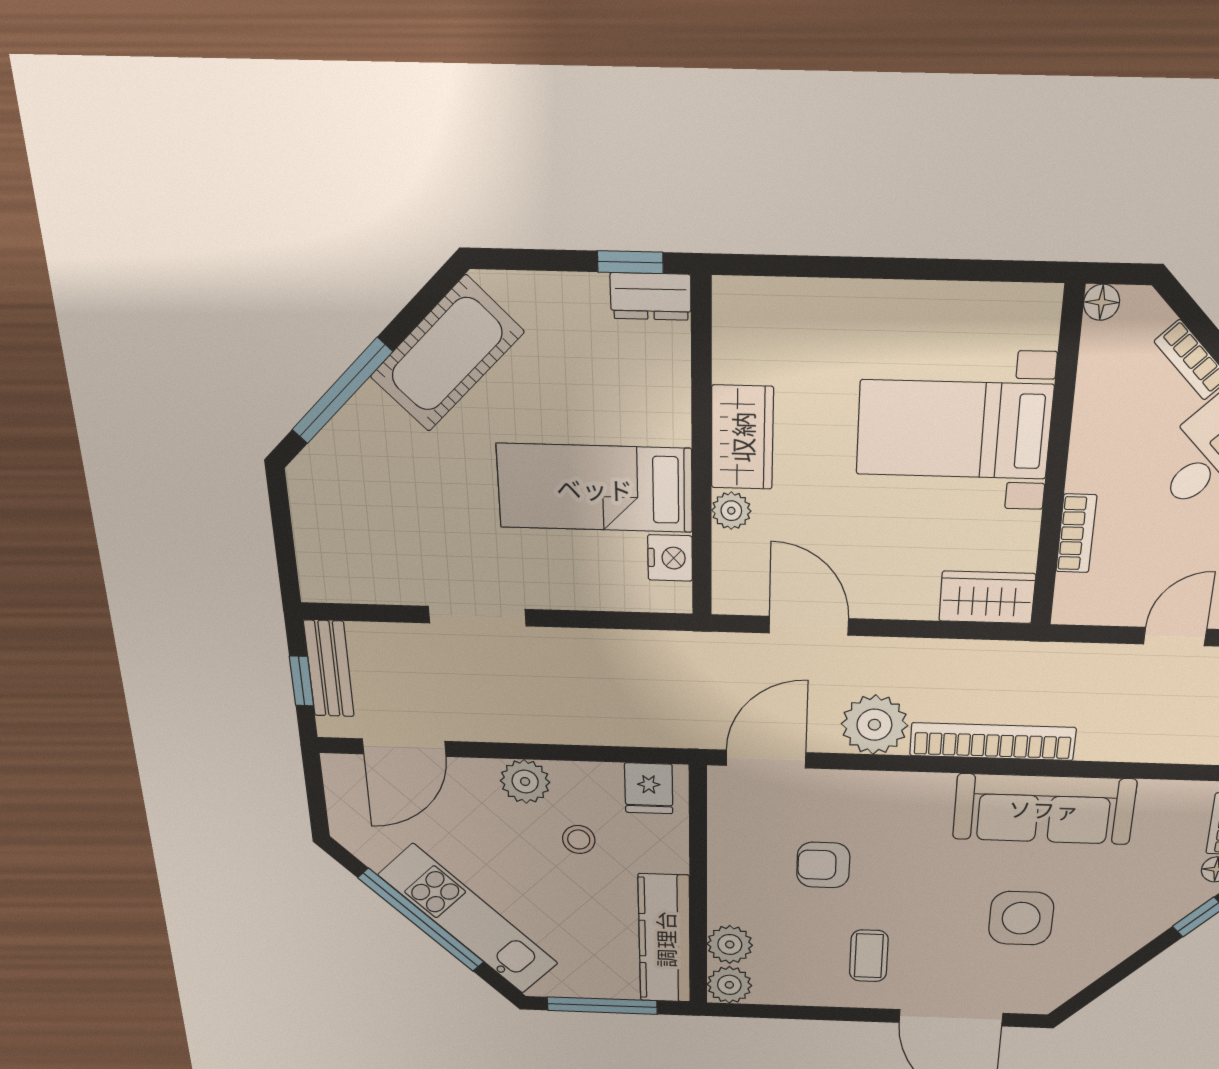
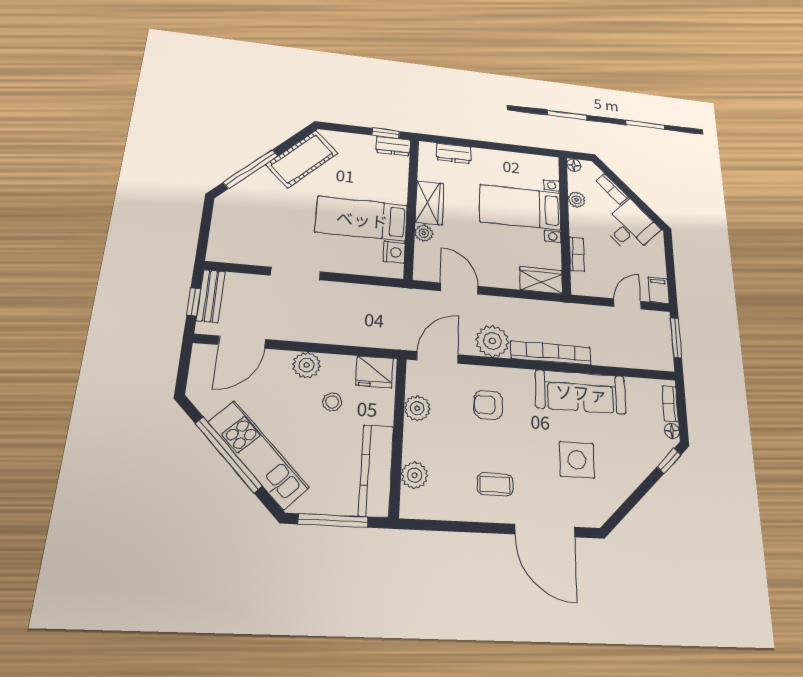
dresser: (798, 301) -> (454, 153), added
plant: (1095, 398) -> (577, 200), added
fridge: (649, 788) -> (374, 372), width x1.38
armchair: (823, 865) -> (488, 405), moved
coffee table: (869, 956) -> (495, 484), turned 90
plant: (729, 985) -> (417, 408), moved

